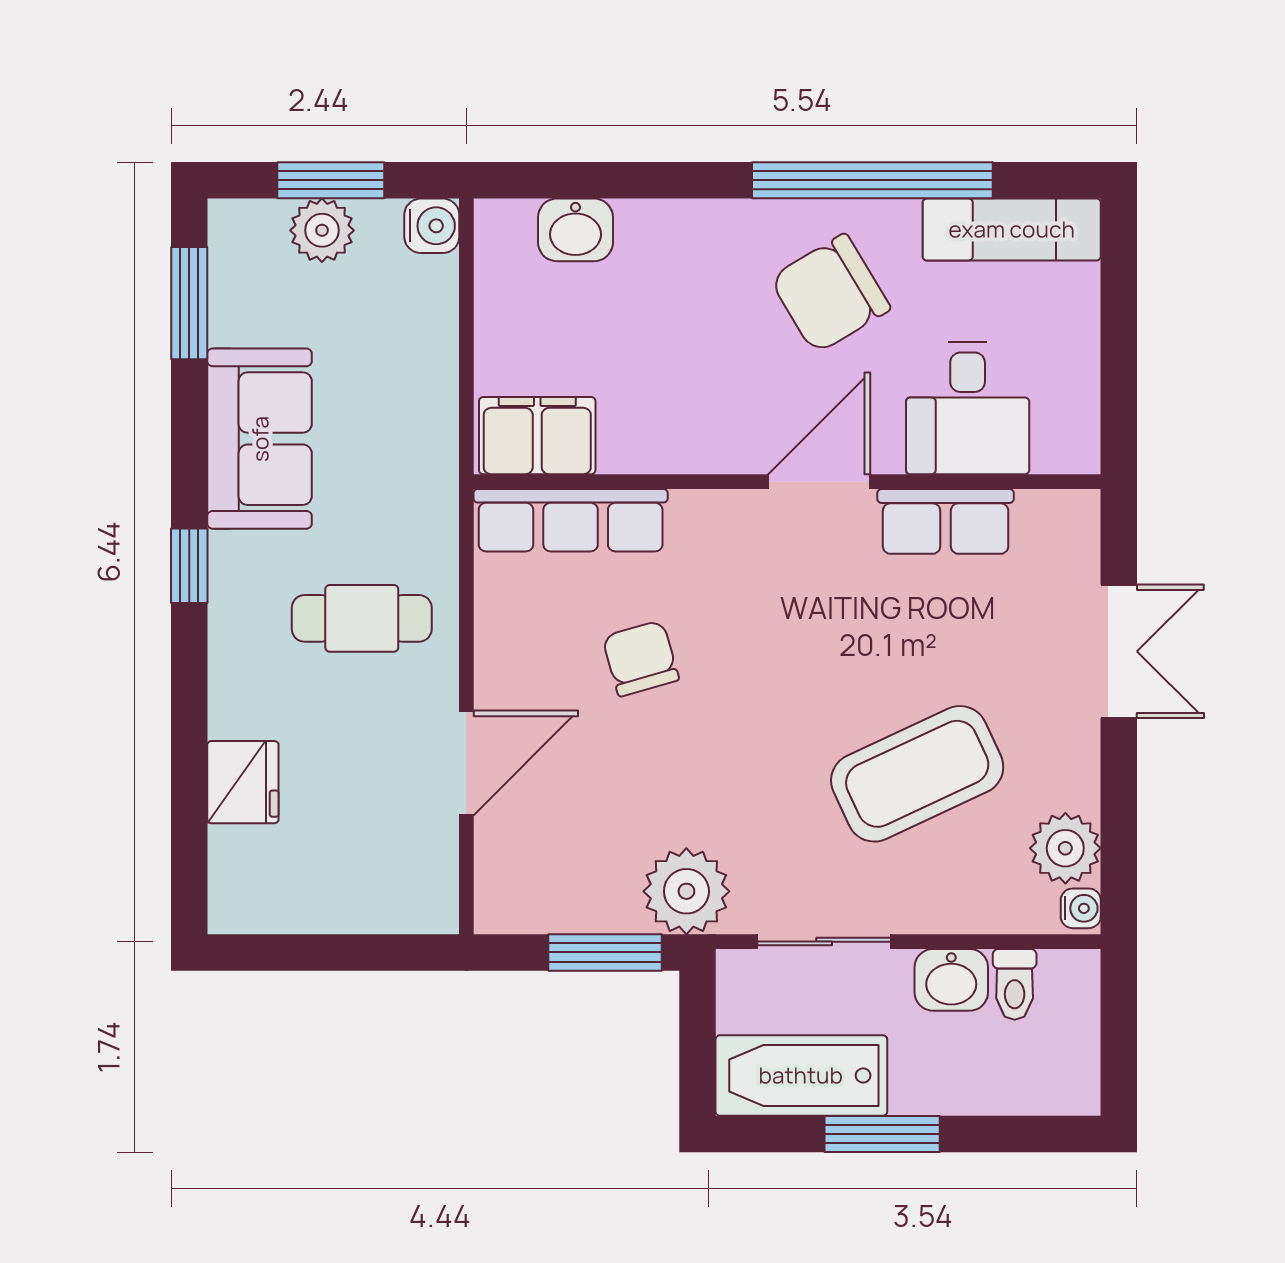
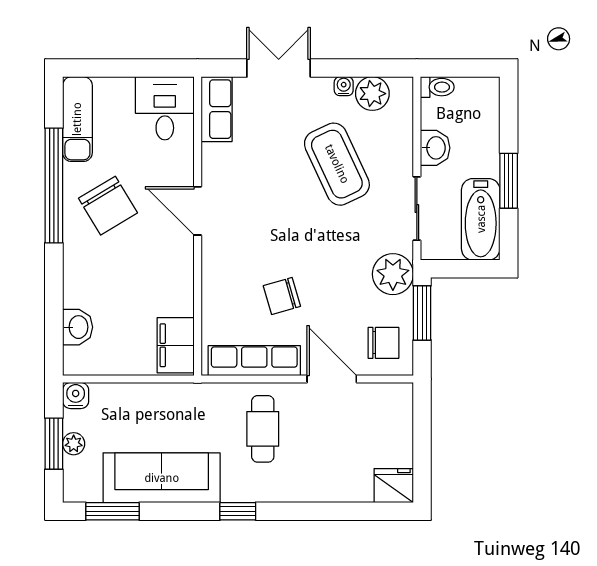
plant: (322, 230) -> (74, 444), width x0.73, depth x0.73
desk: (968, 408) -> (165, 108), moved, turned -90
sofa: (260, 439) -> (162, 478), width x1.36
row of seats: (571, 520) -> (254, 361), moved, turned -90
row of seats: (946, 521) -> (217, 109), moved
fridge: (243, 782) -> (394, 486), moved
chair: (542, 871) -> (383, 343), added
water cooler: (1081, 908) -> (344, 86), moved
toilet: (1015, 984) -> (437, 87), moved

